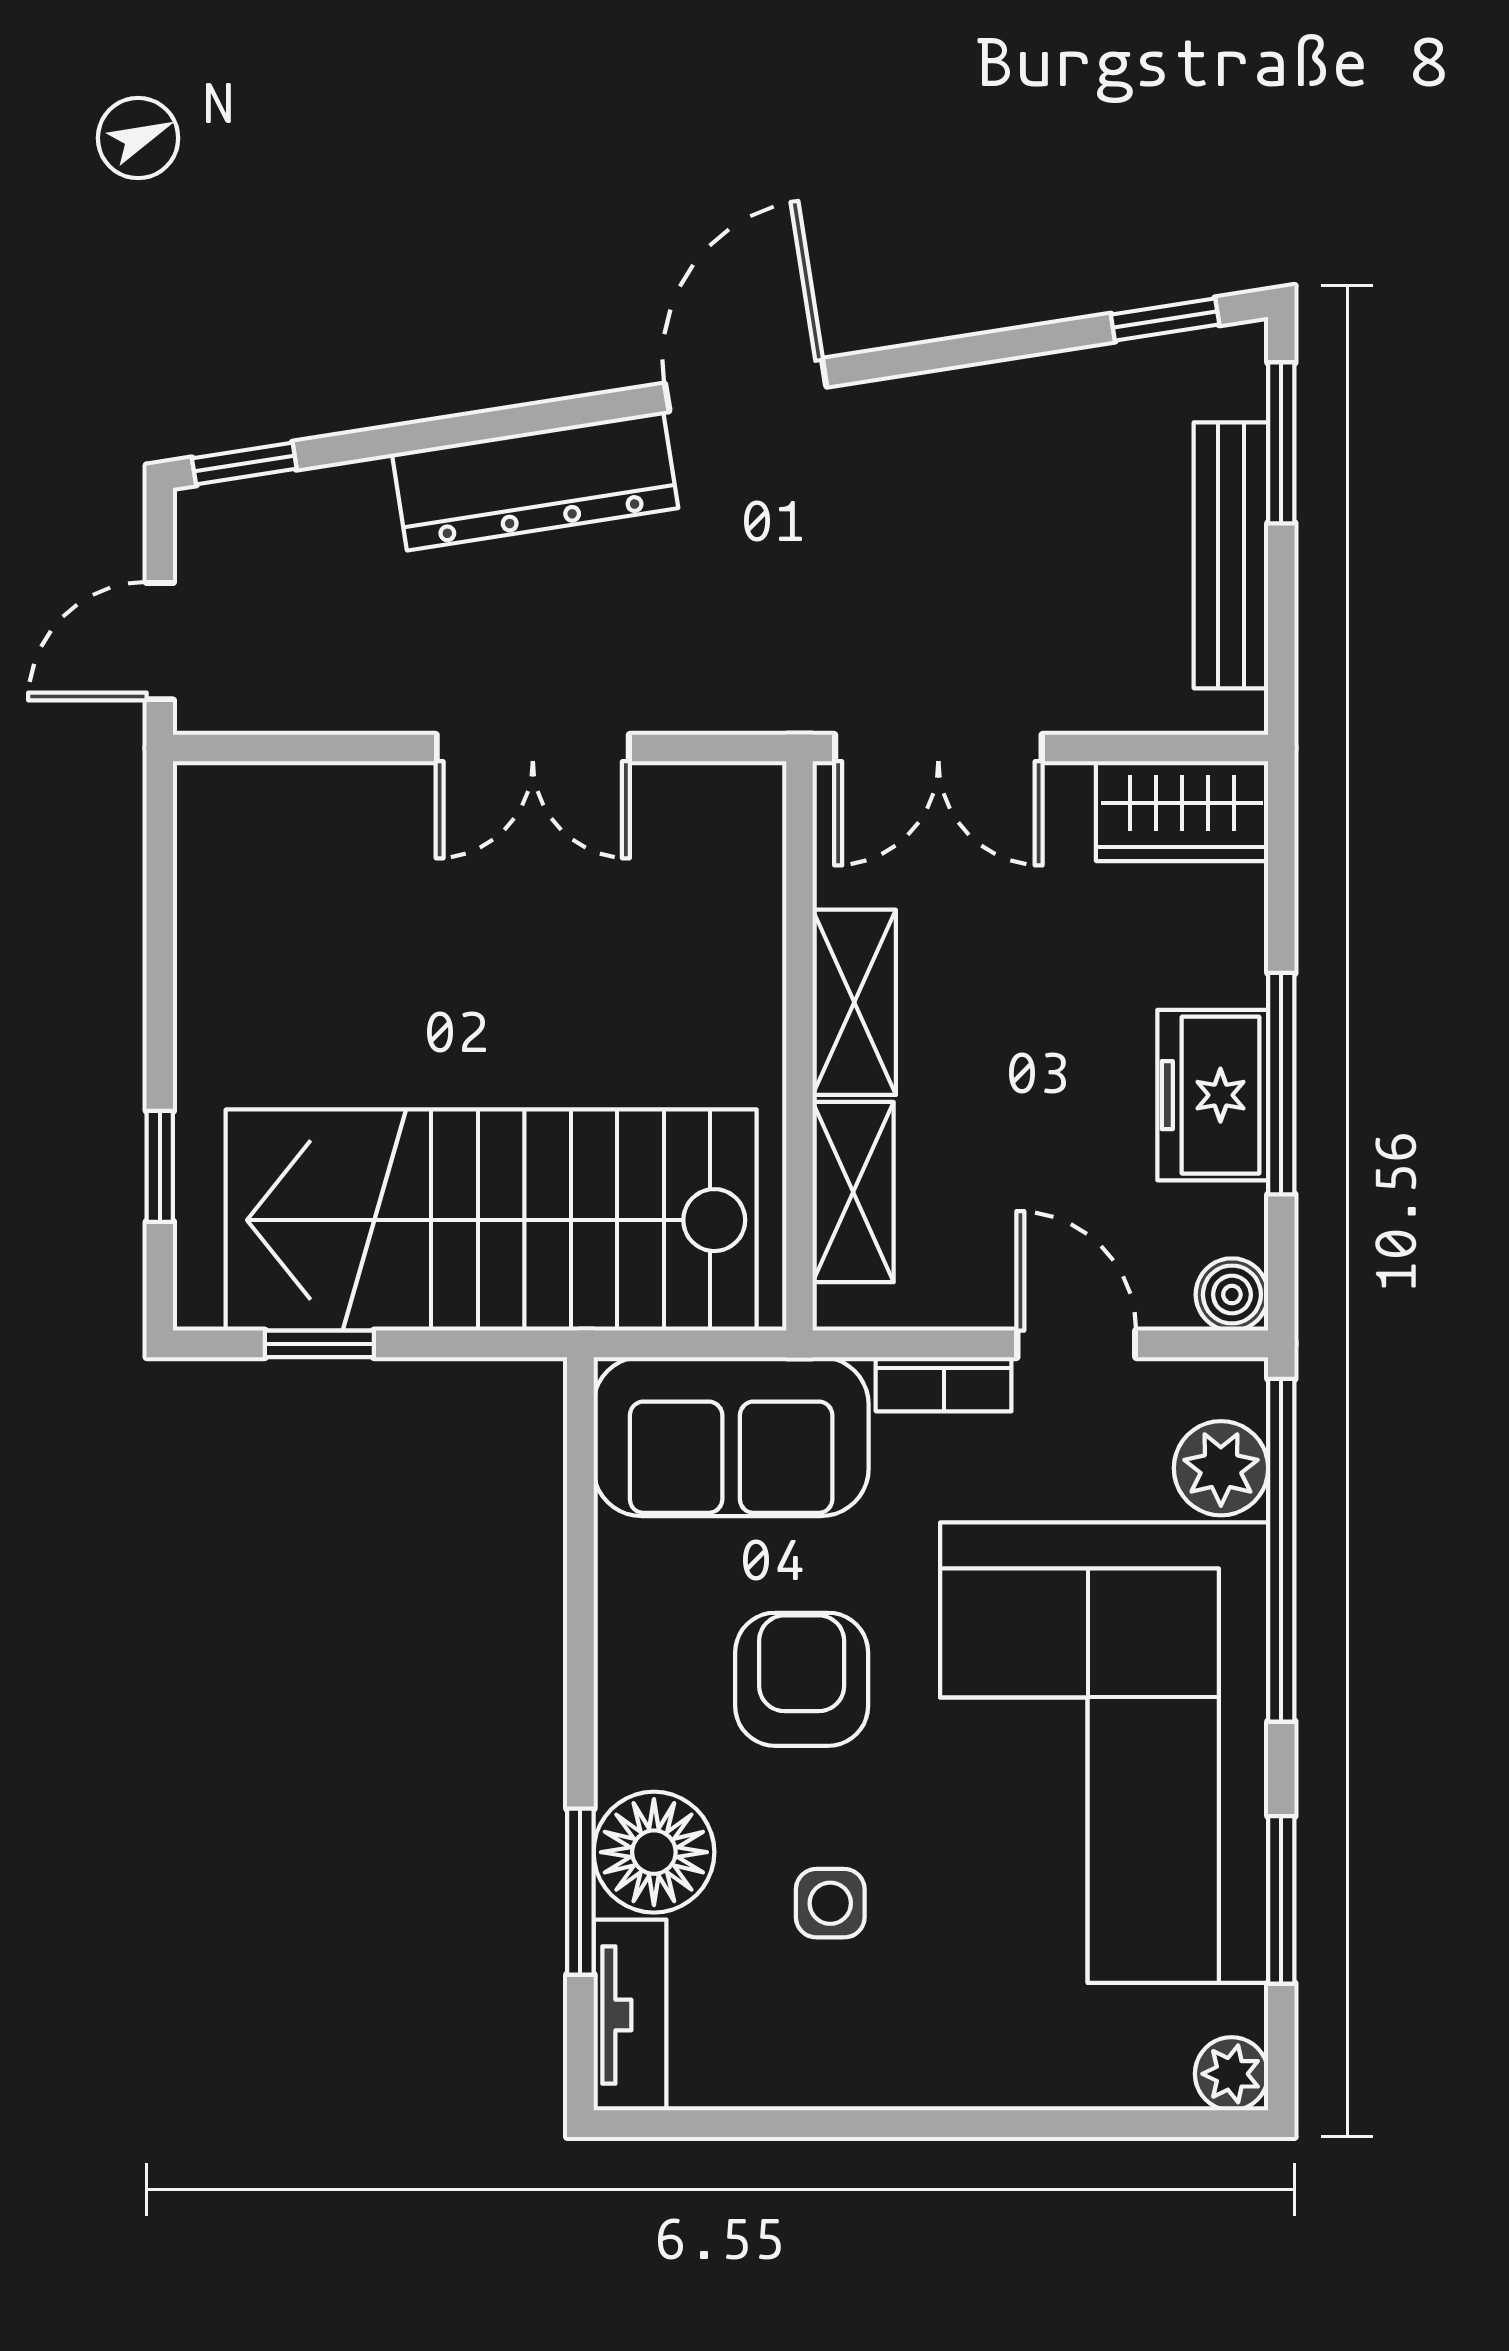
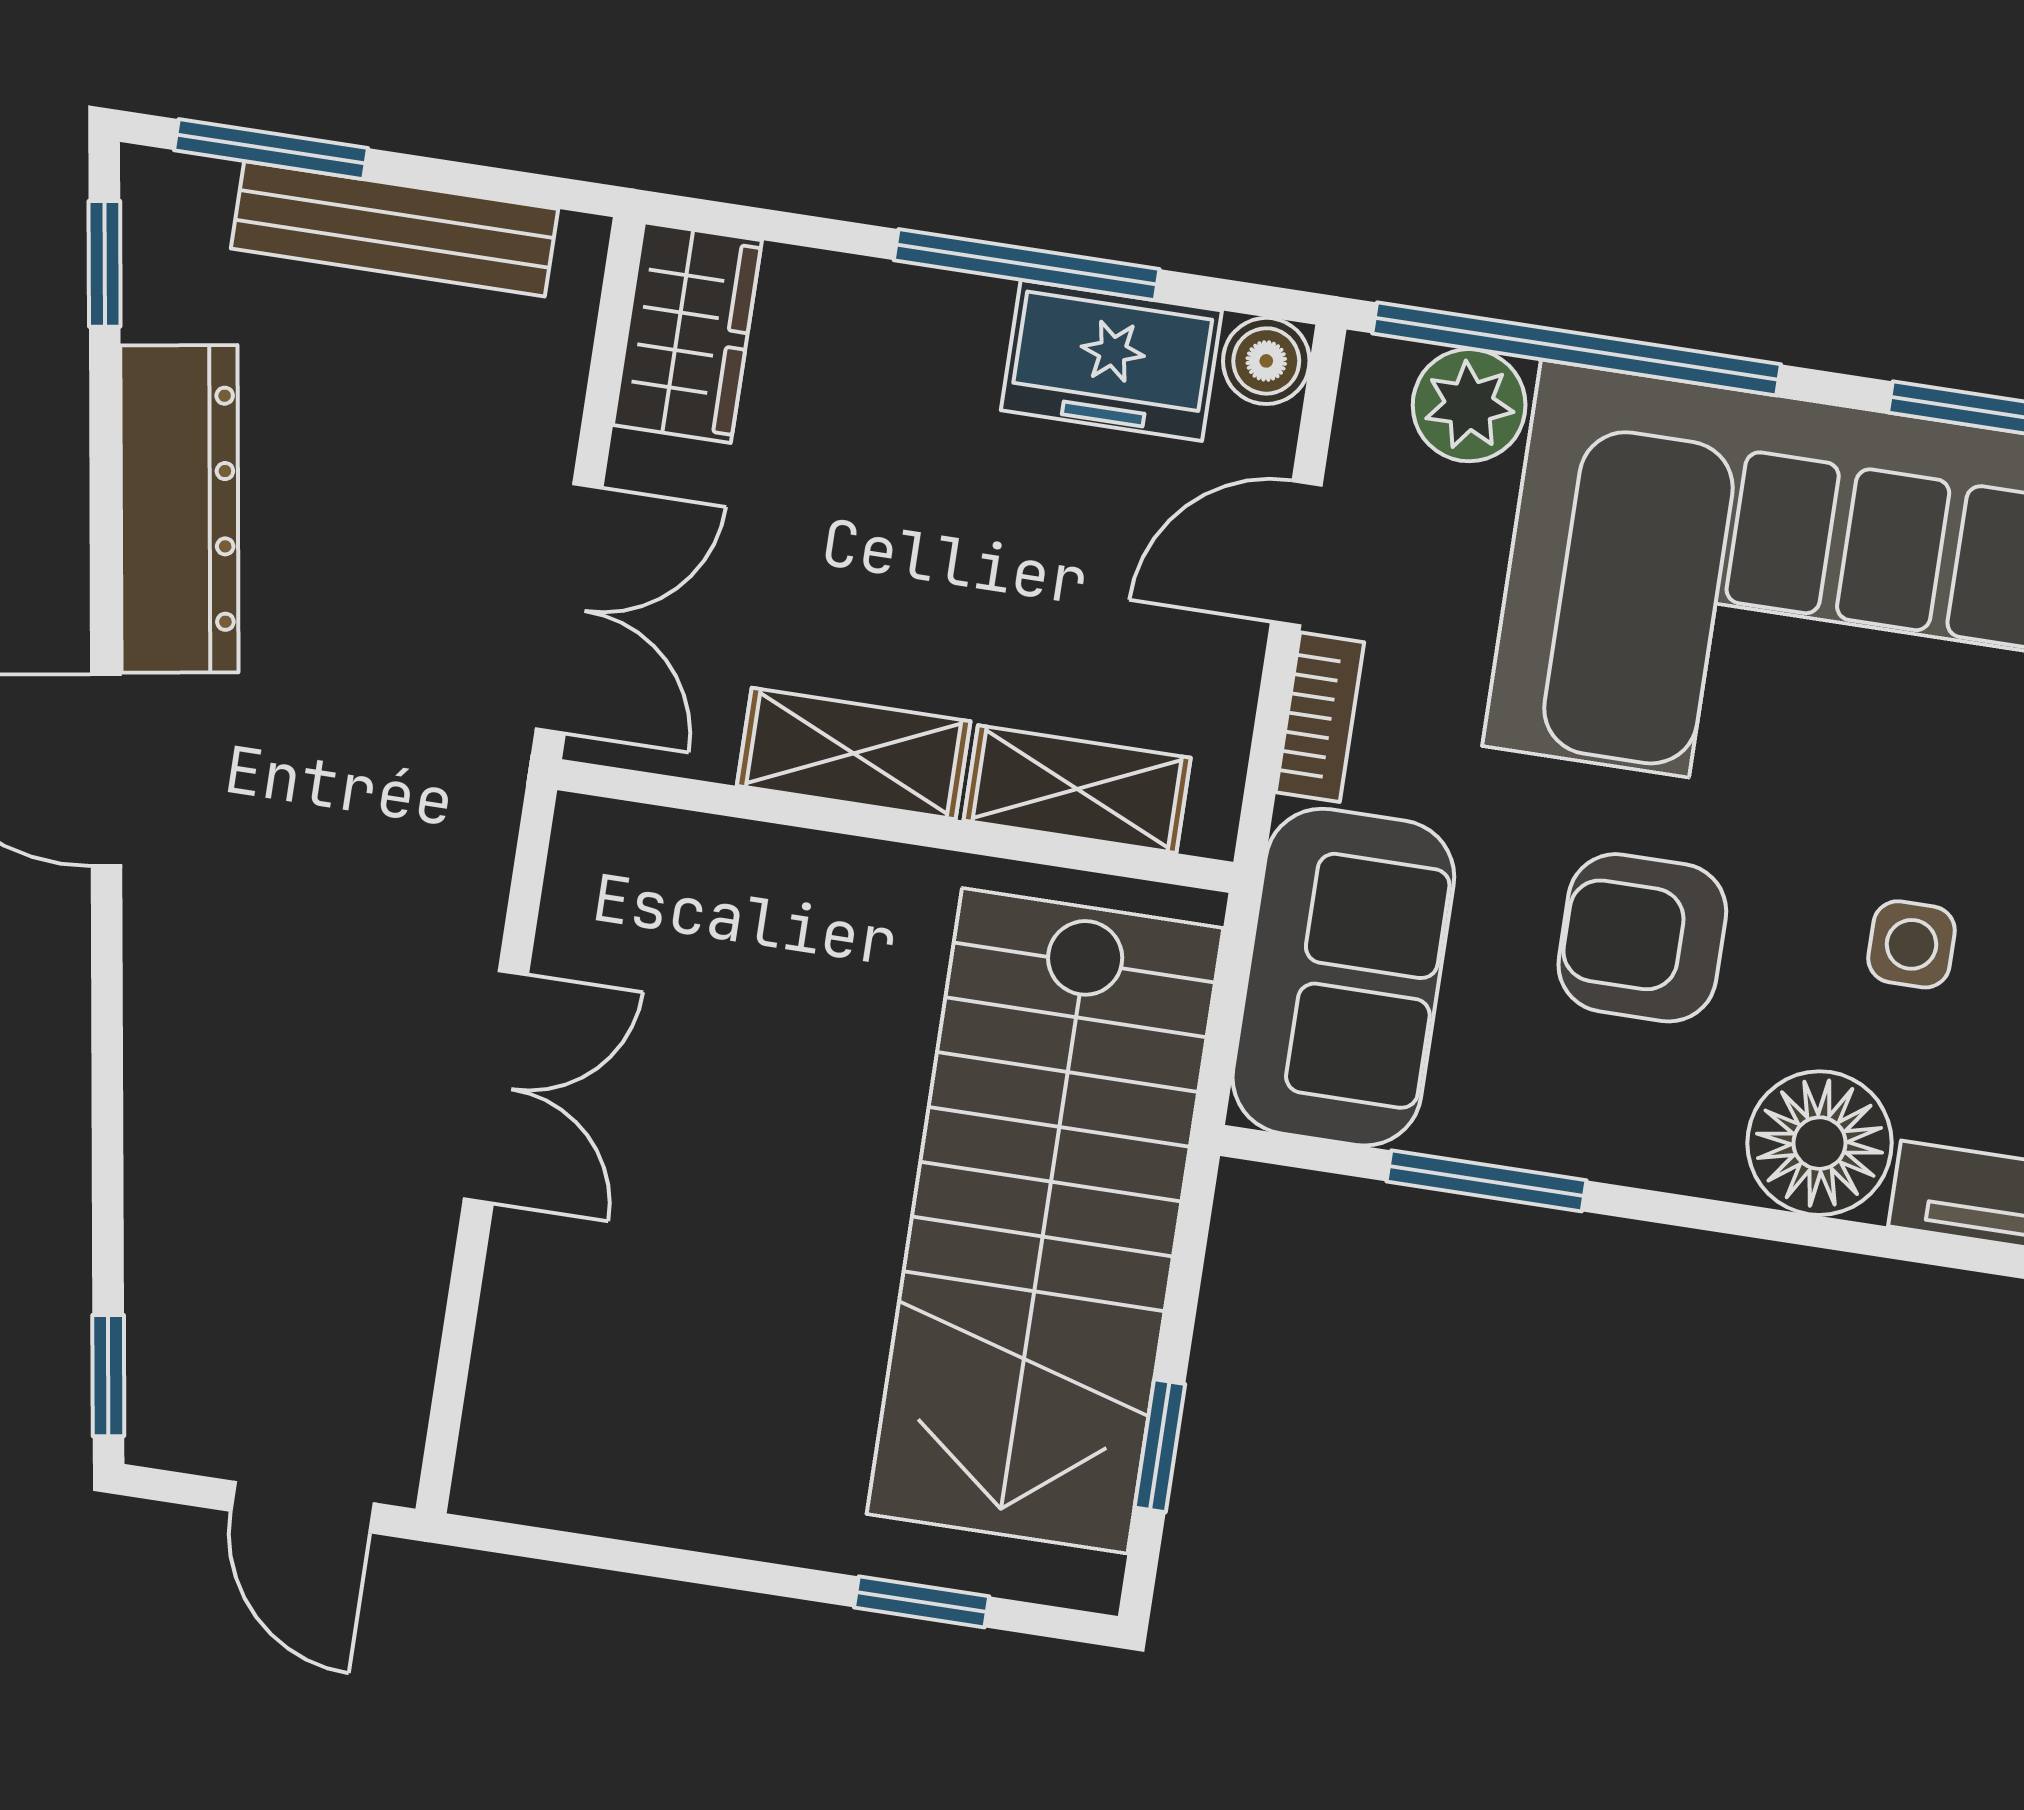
dresser: (535, 481) -> (179, 509), moved
freezer: (1213, 1095) -> (1111, 360), moved
window: (580, 1892) -> (1486, 1181), moved

